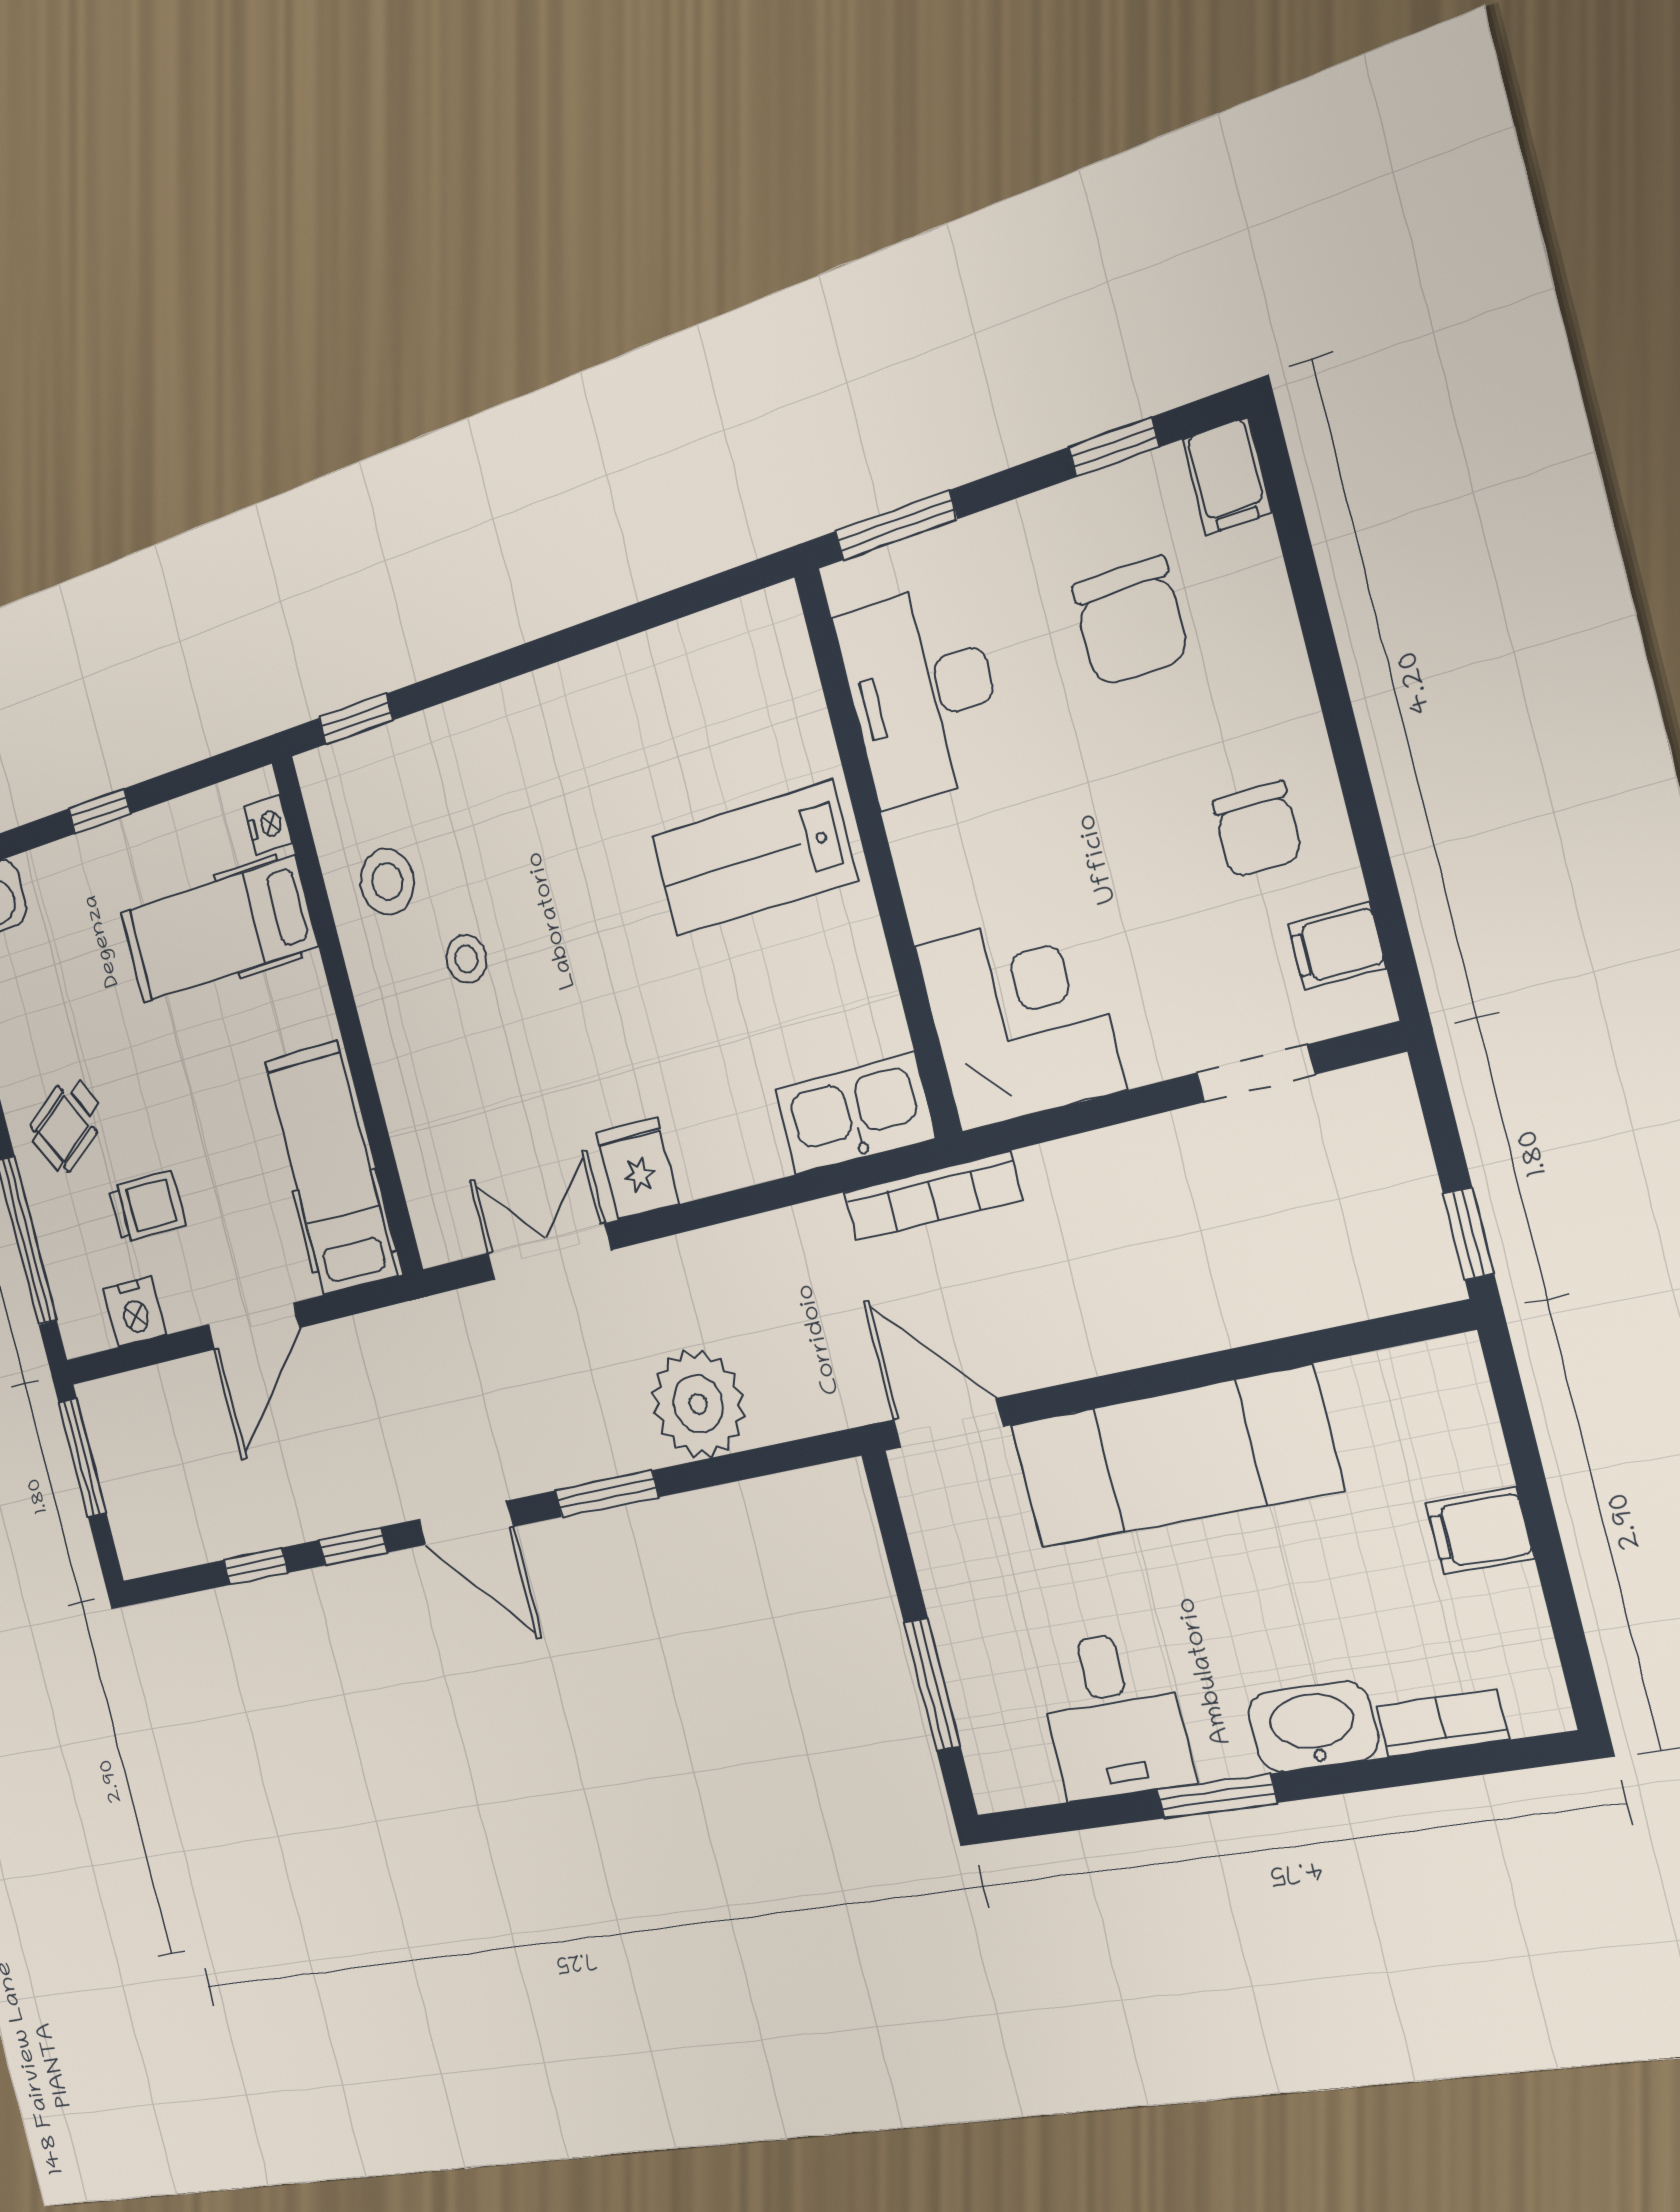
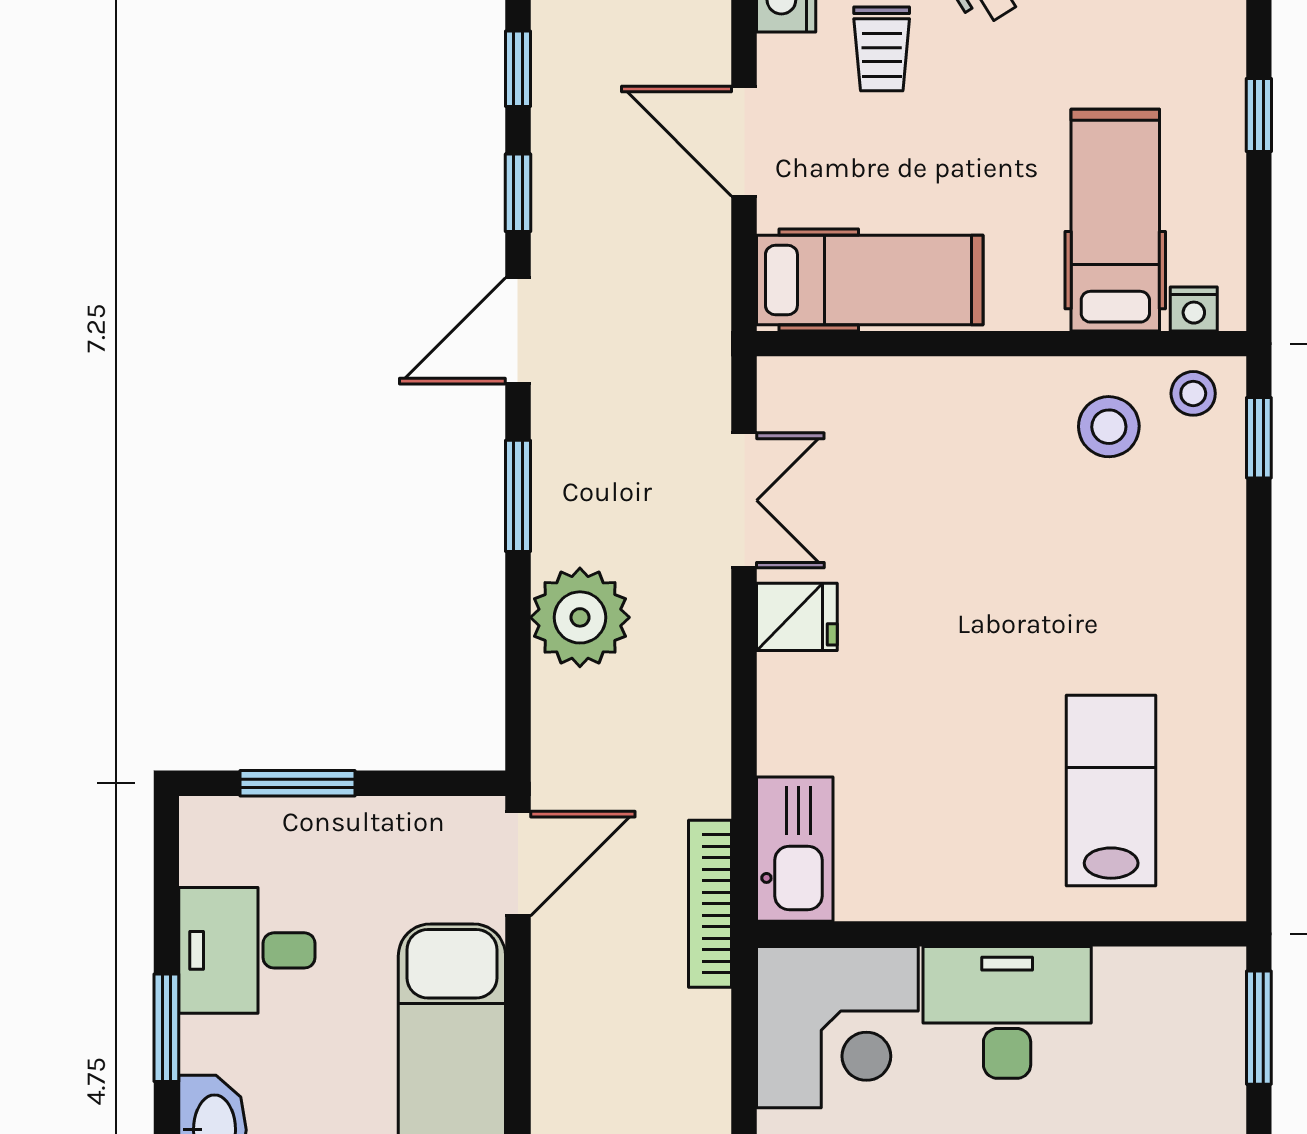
desk: (922, 693) -> (1007, 1012), moved
lab bench: (754, 859) -> (1111, 790), moved
stool: (466, 959) -> (1193, 393), moved

